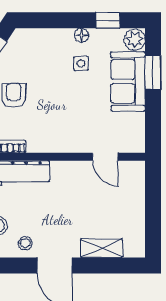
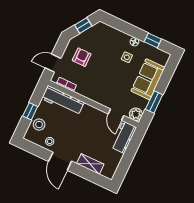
plant: (135, 40) -> (136, 114), moved
window: (153, 72) -> (154, 102), moved
workbench: (133, 185) -> (124, 137), added

